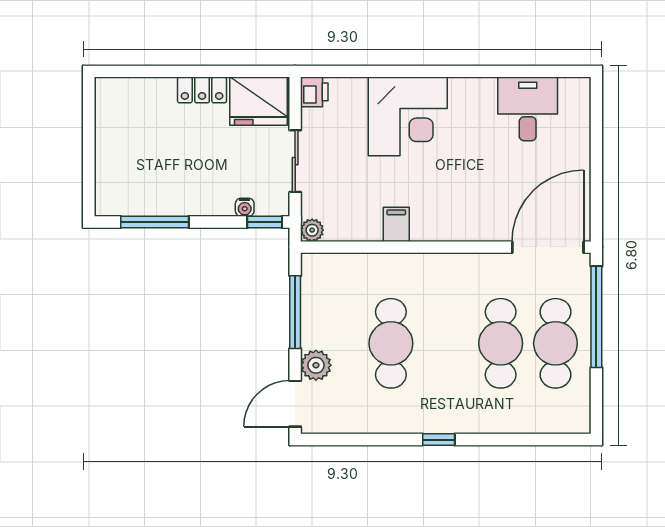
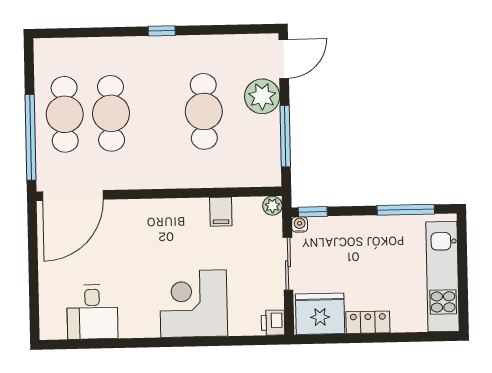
kitchen unit: (113, 142) -> (443, 277), added
water cooler: (245, 207) -> (300, 225), moved
filing cabinet: (396, 224) -> (221, 212), moved
plant: (316, 365) -> (262, 96), width x1.36, depth x1.36

